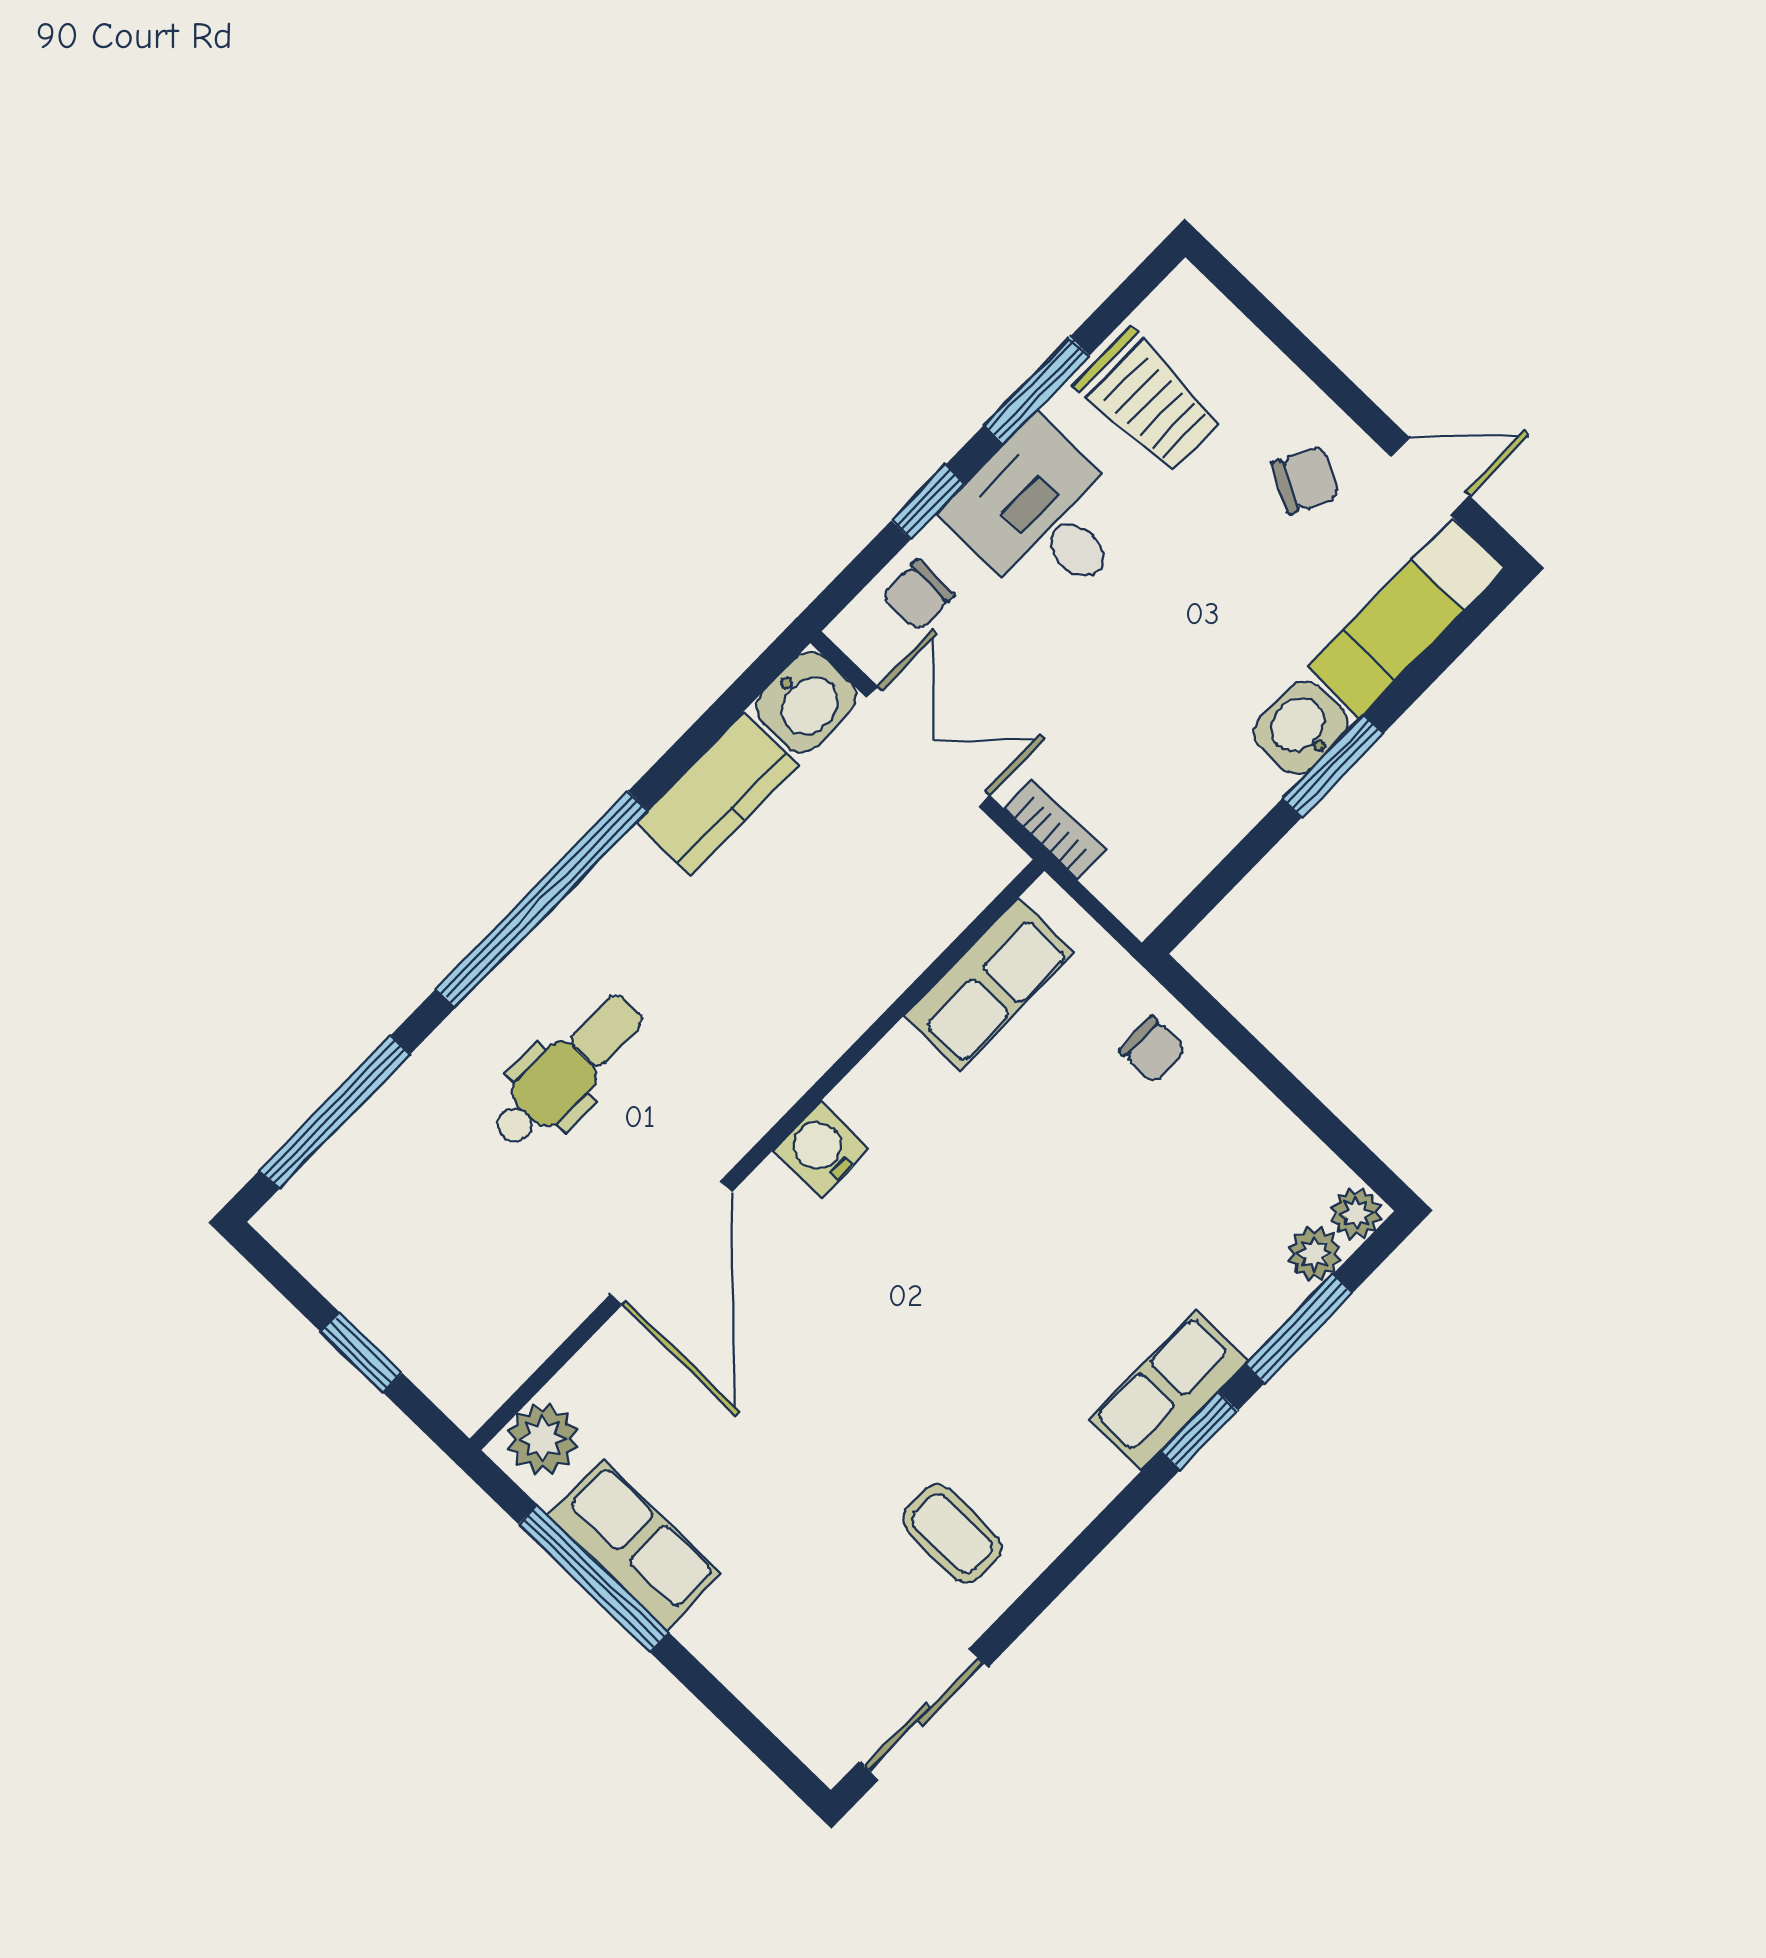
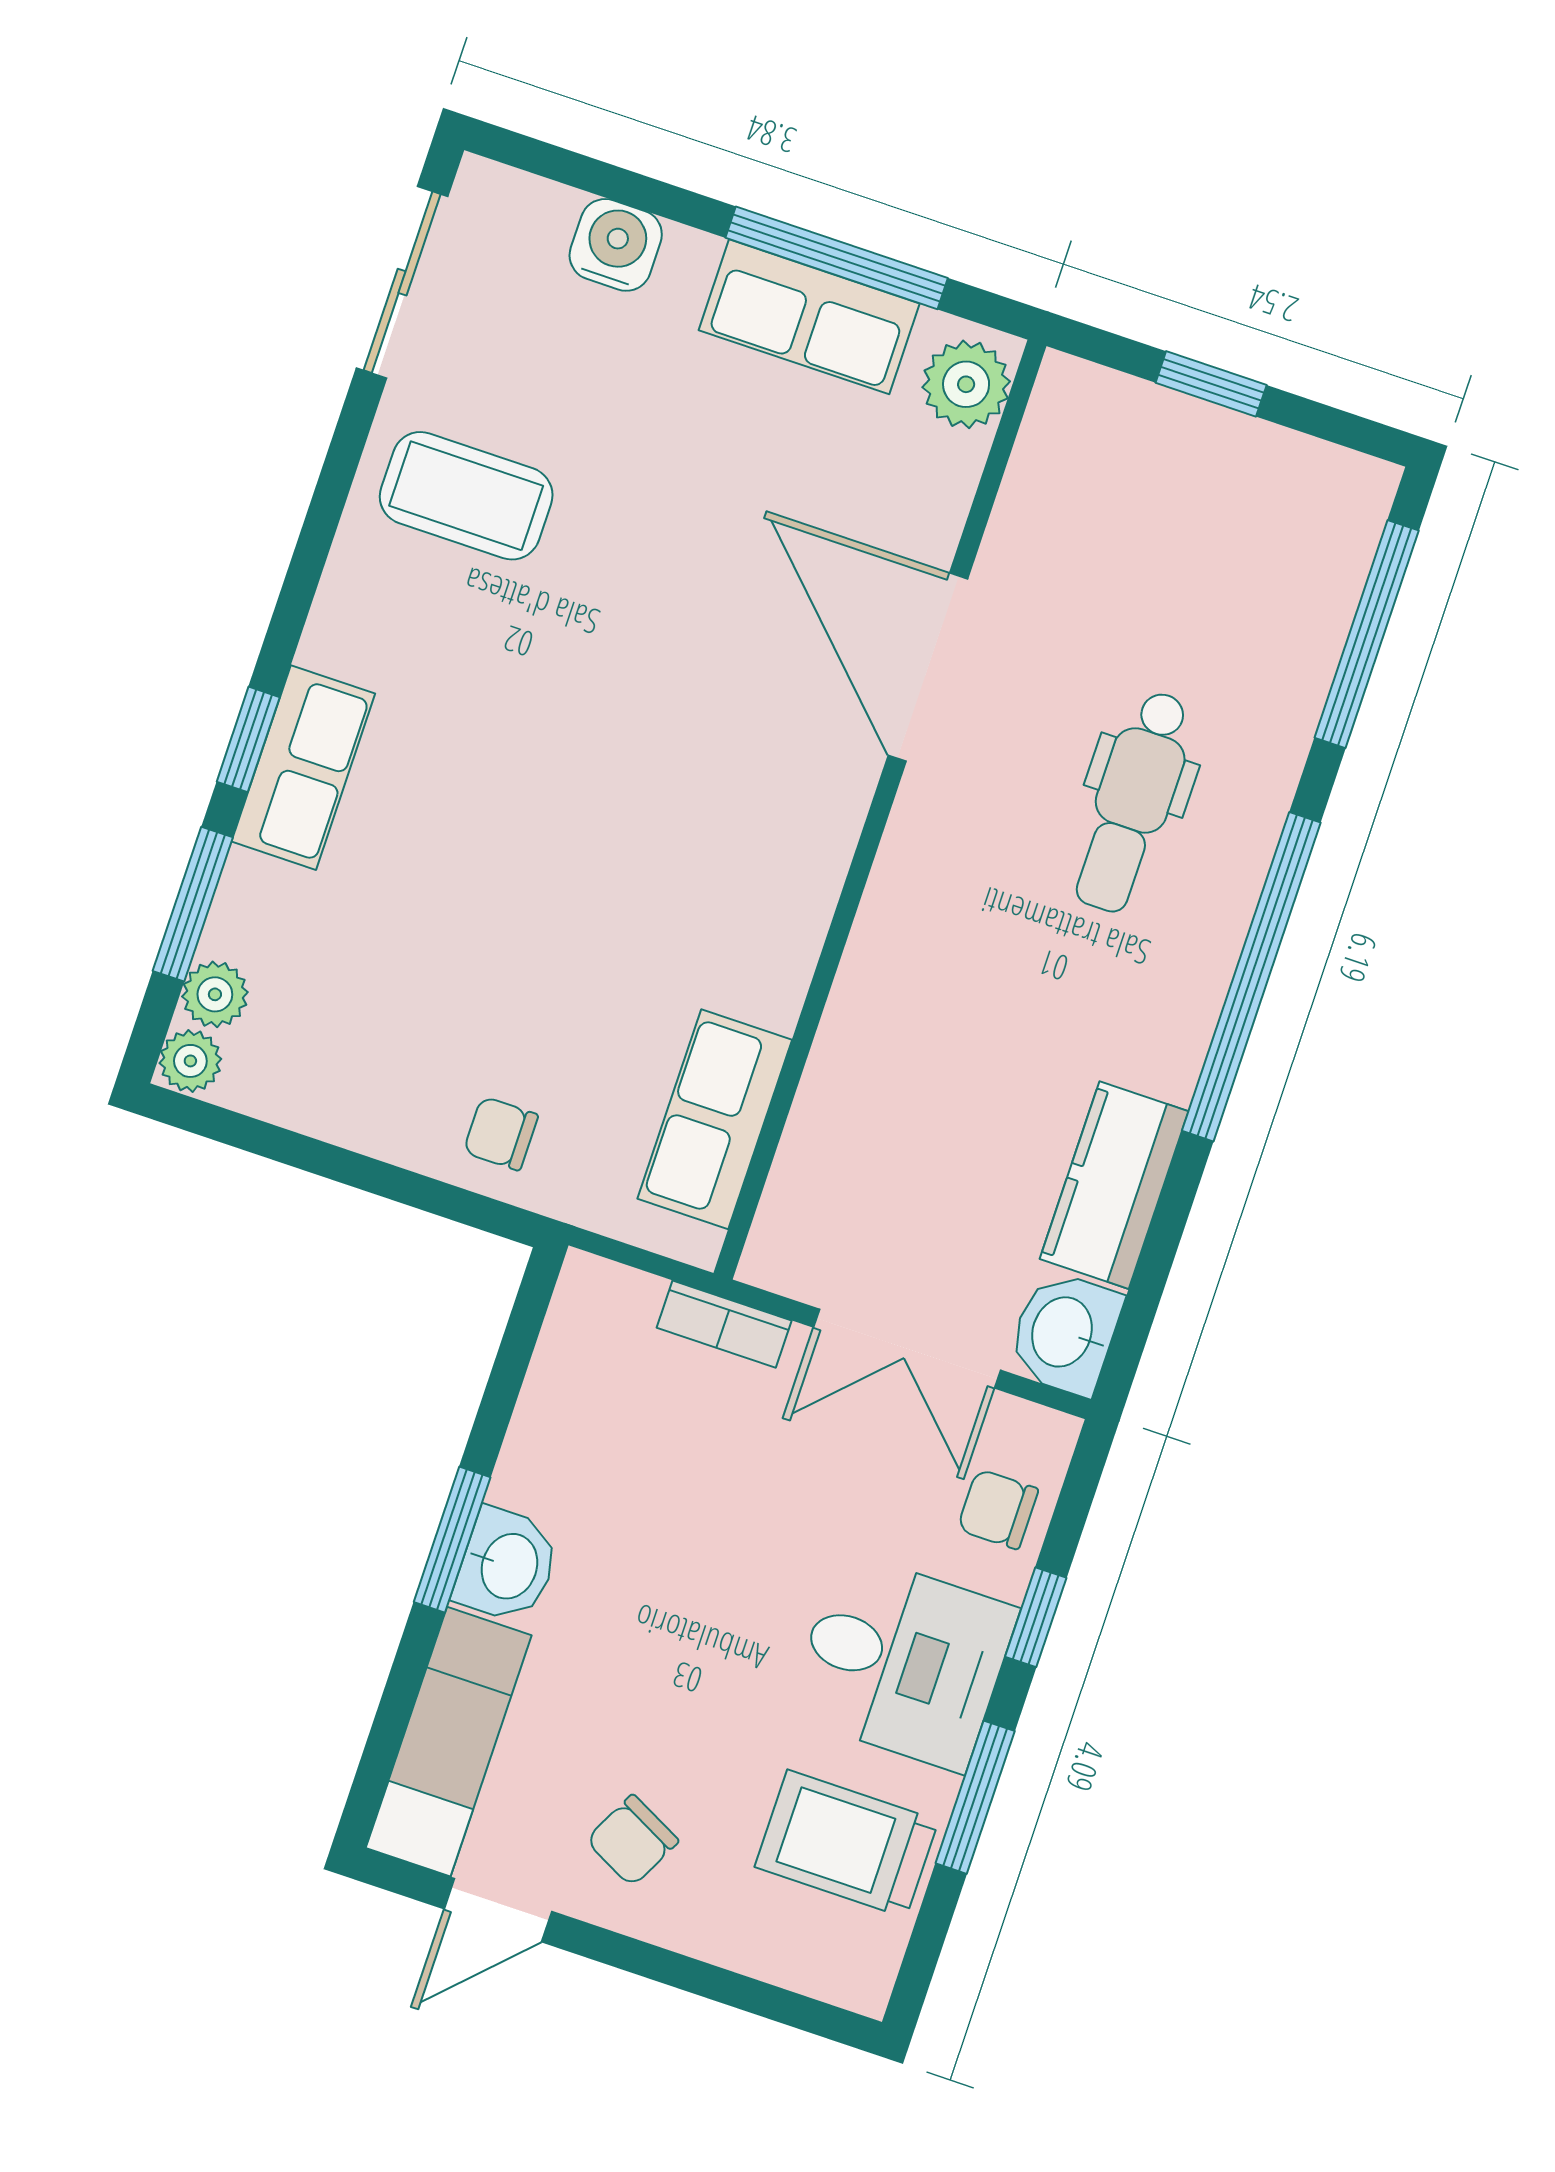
chair: (918, 595) -> (998, 1509), turned -90
water cooler: (821, 1150) -> (616, 245), moved, turned -90
coffee table: (952, 1534) -> (466, 496), width x1.36, depth x1.30

